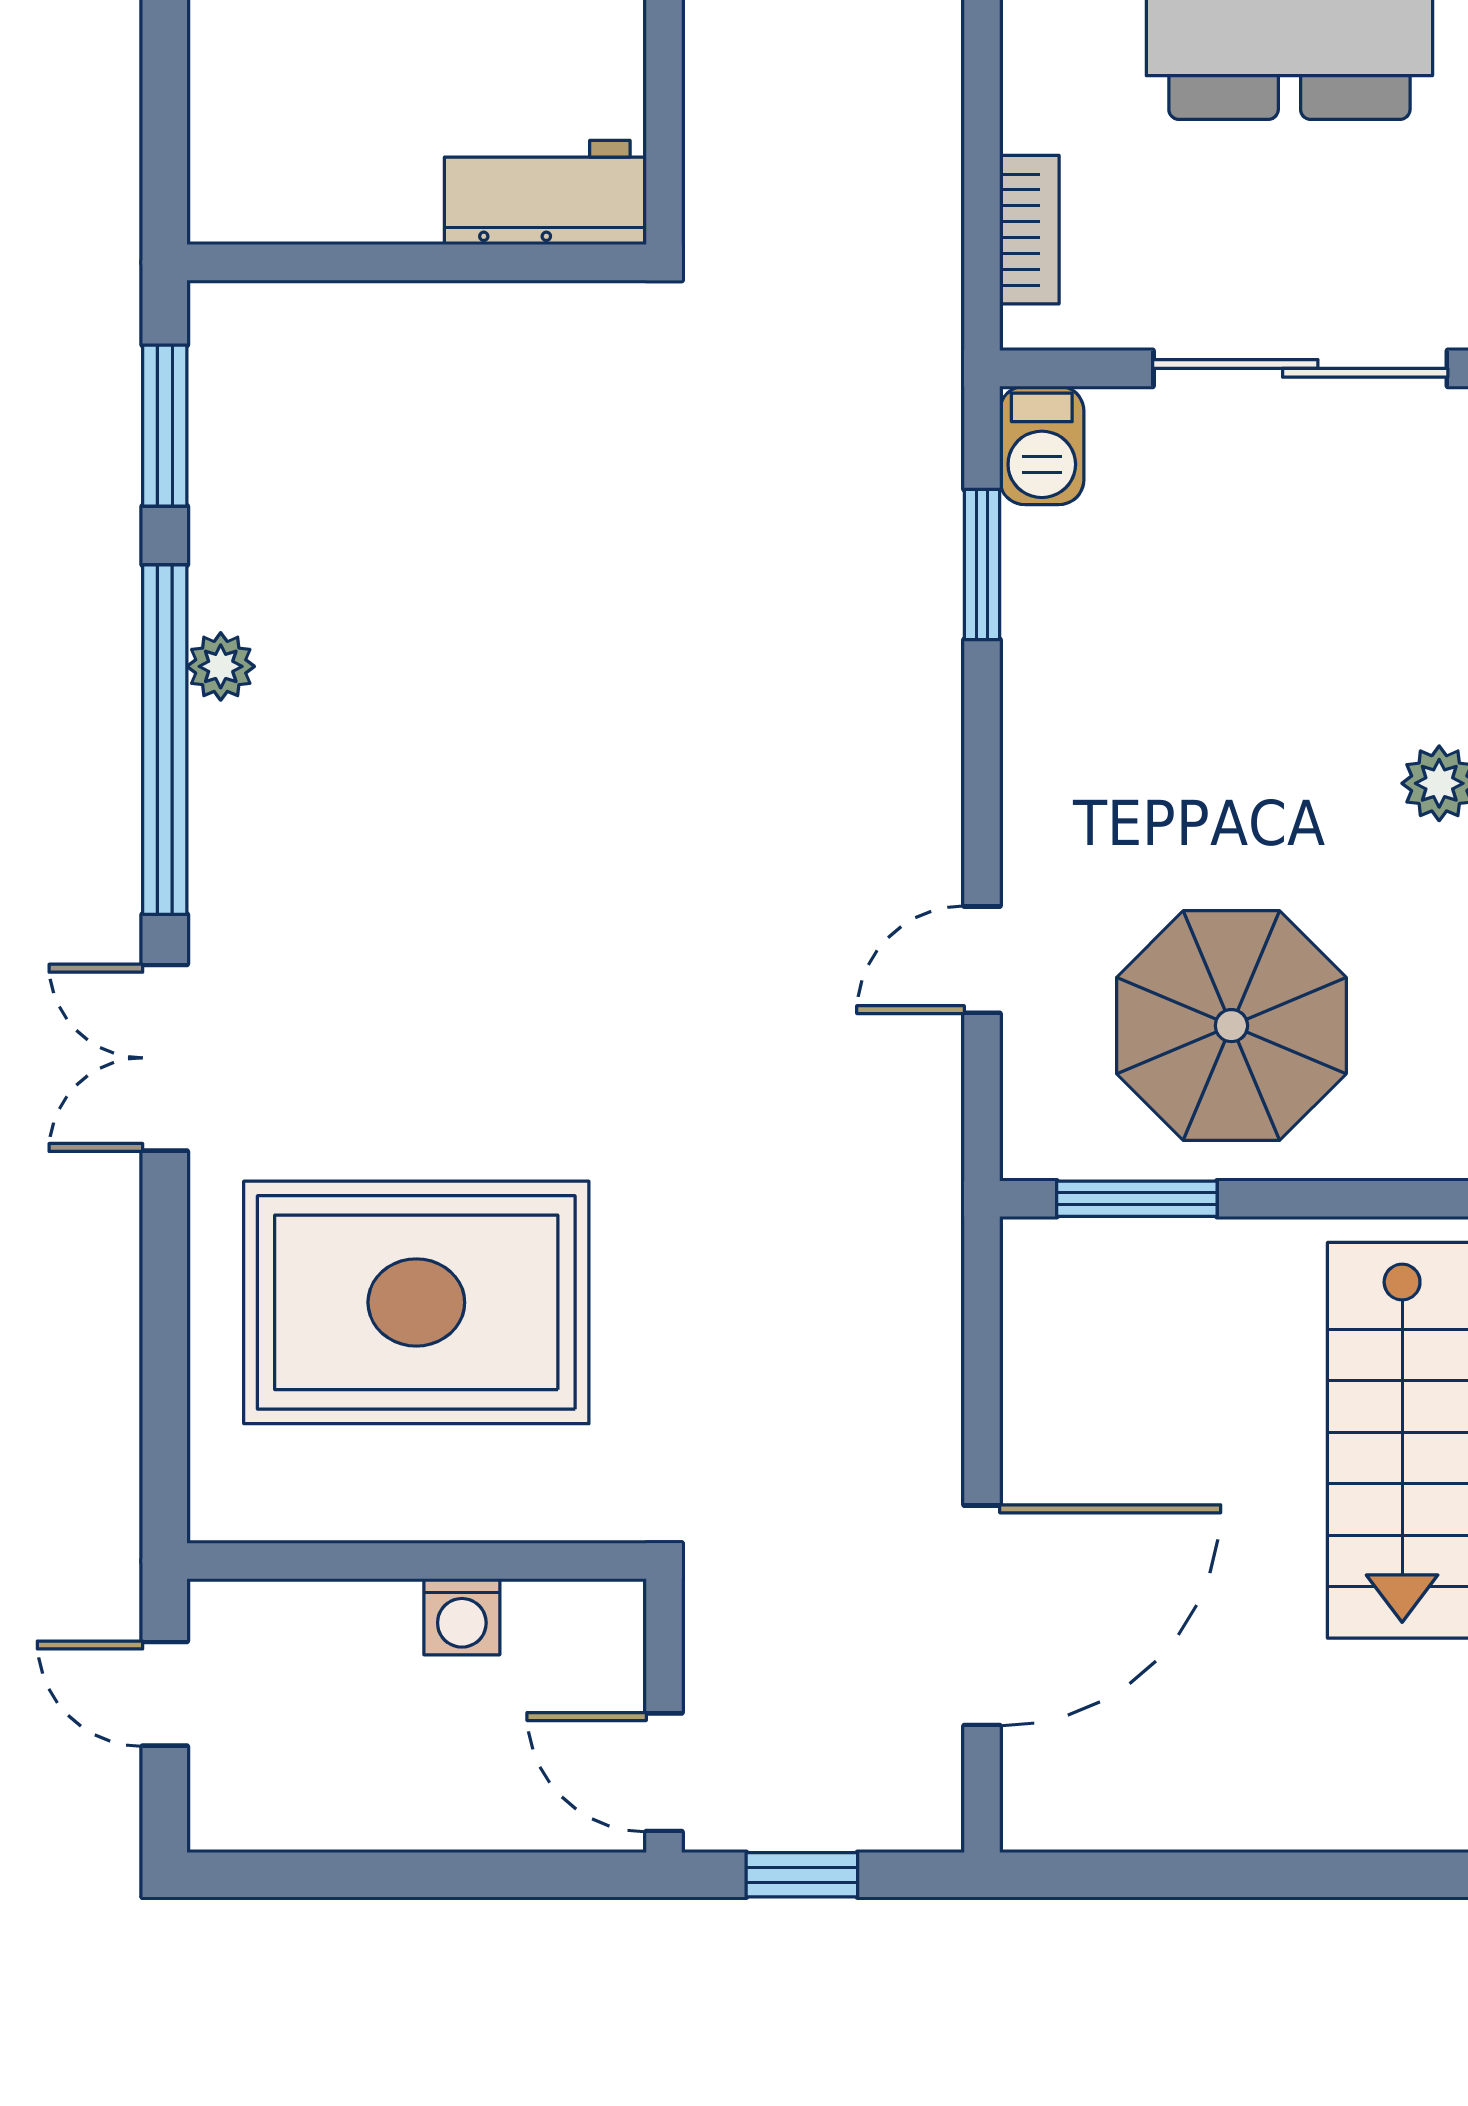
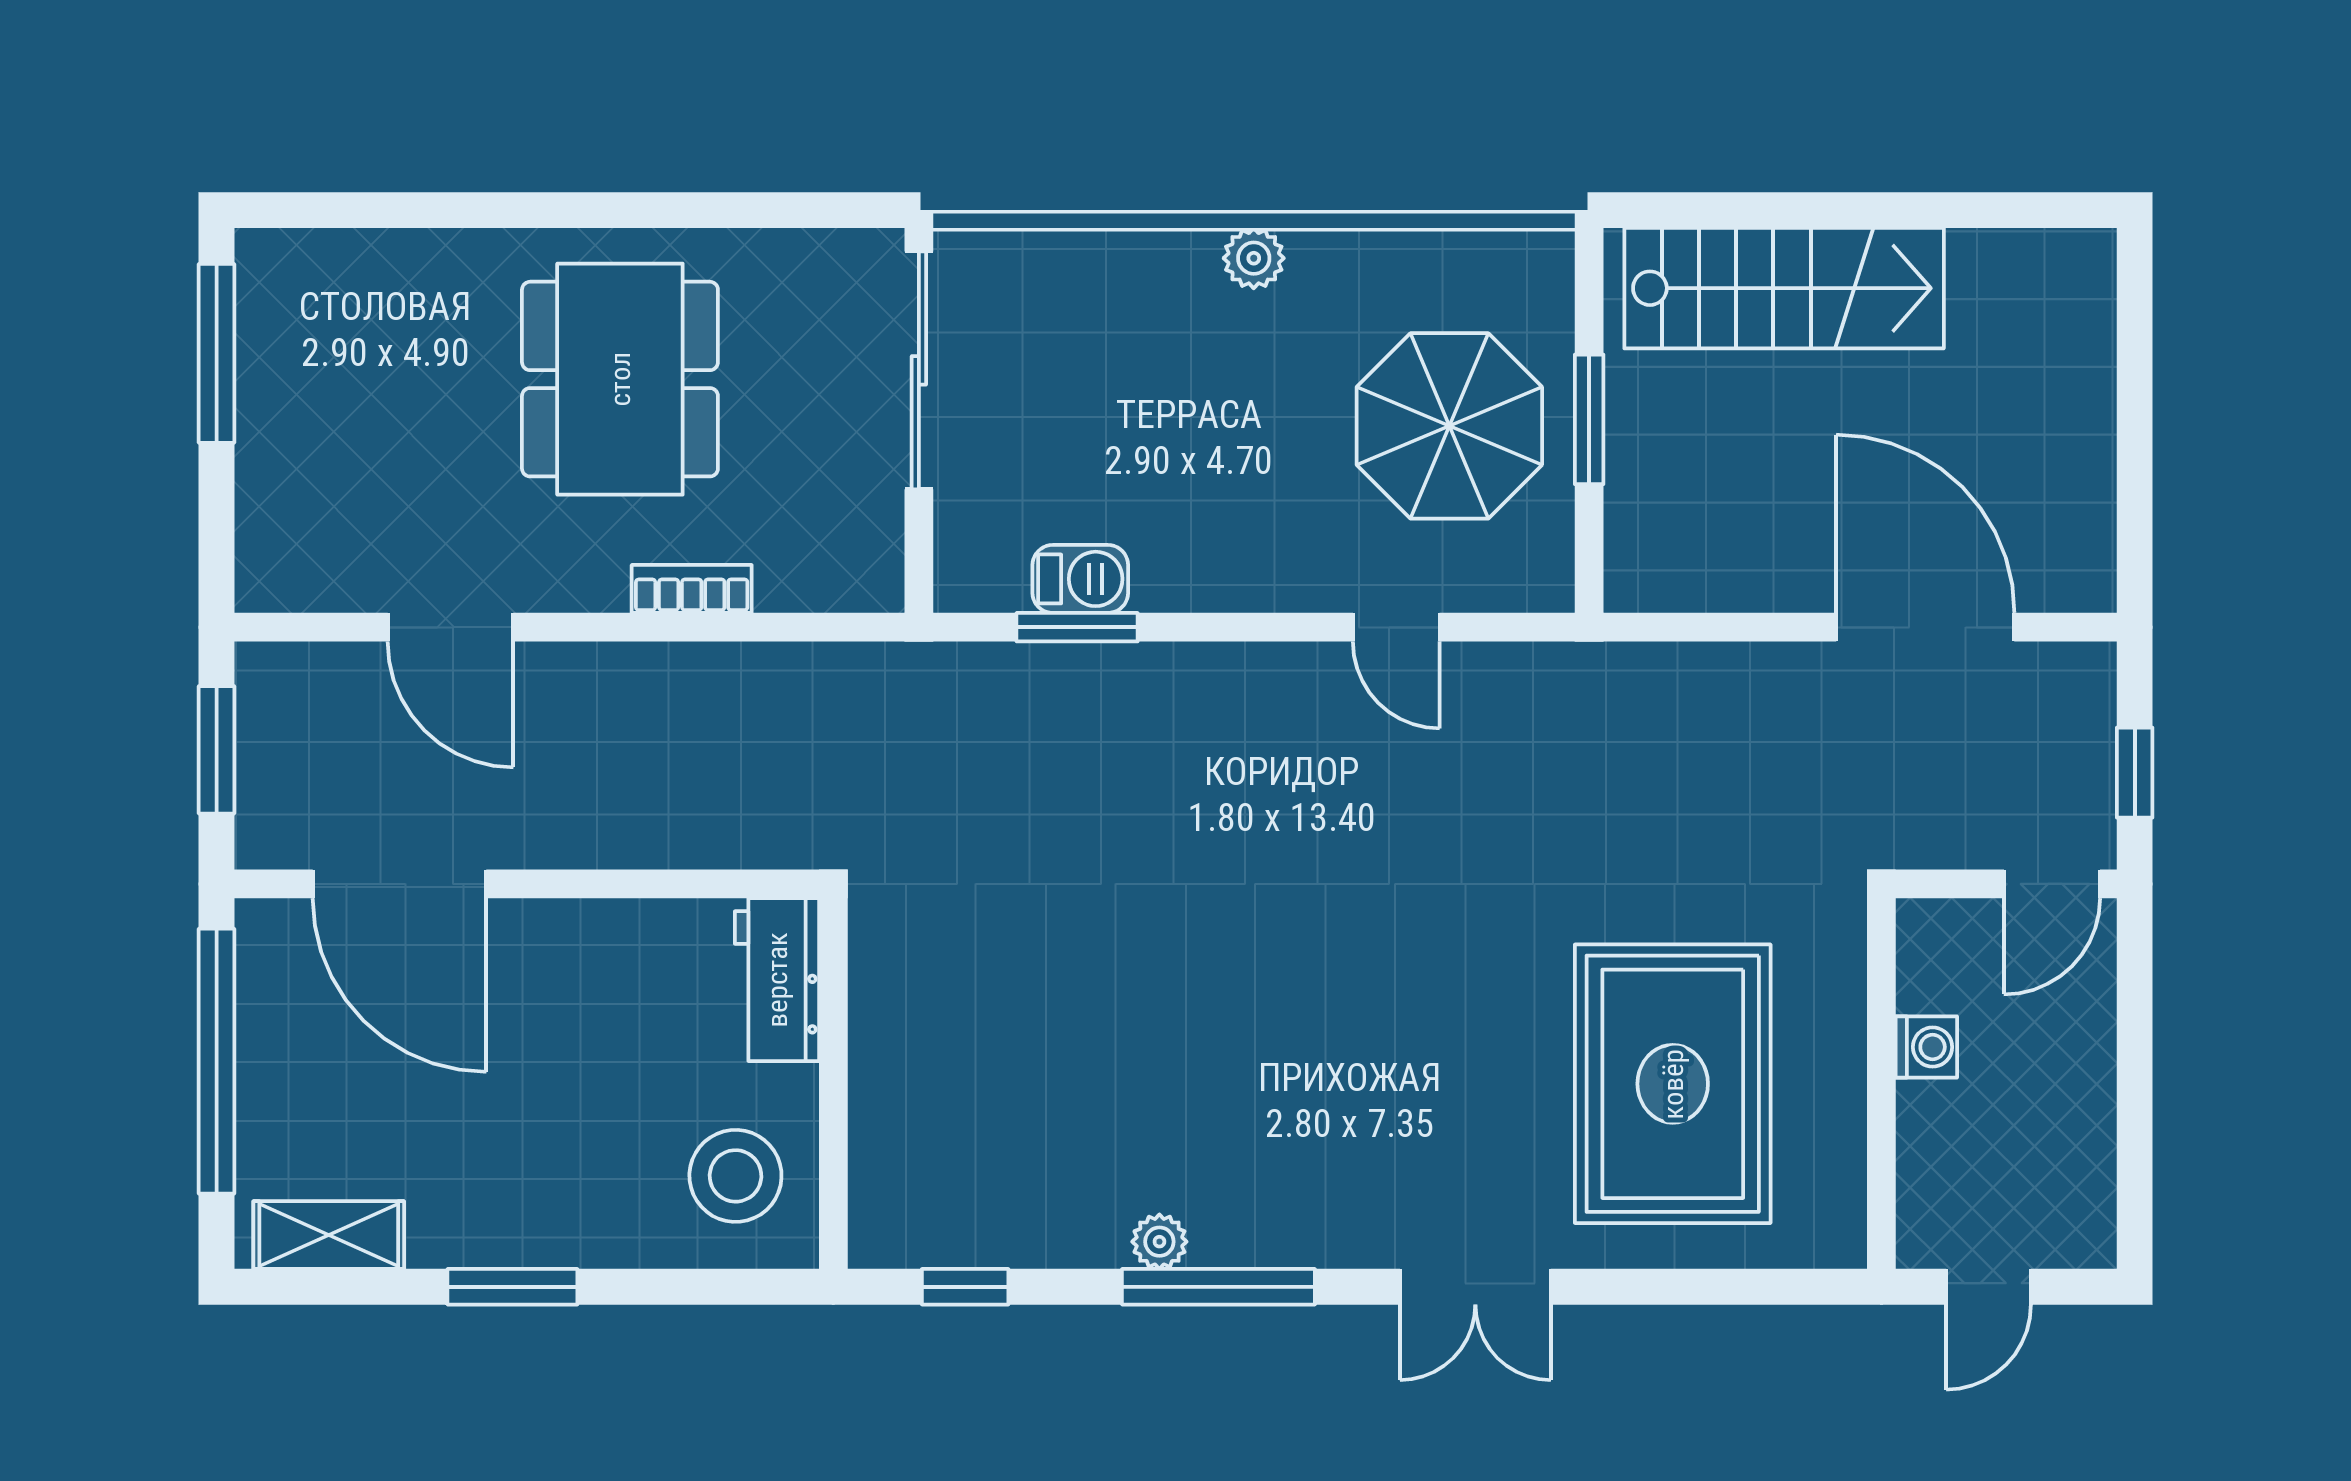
stool: (302, 141) -> (735, 1176), added
bookcase: (1029, 230) -> (692, 589), moved
window: (165, 426) -> (965, 1287), width x0.67
barbecue: (1042, 445) -> (1080, 579), moved
window: (165, 740) -> (1218, 1287), width x0.68
window: (1137, 1199) -> (1589, 419), moved

